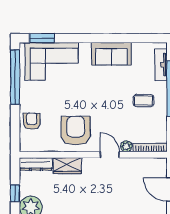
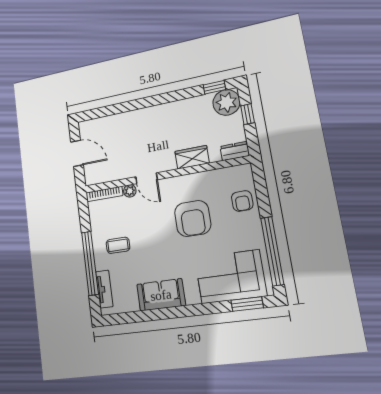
armchair: (76, 131) -> (193, 218), moved
dresser: (36, 164) -> (235, 151), width x0.70

